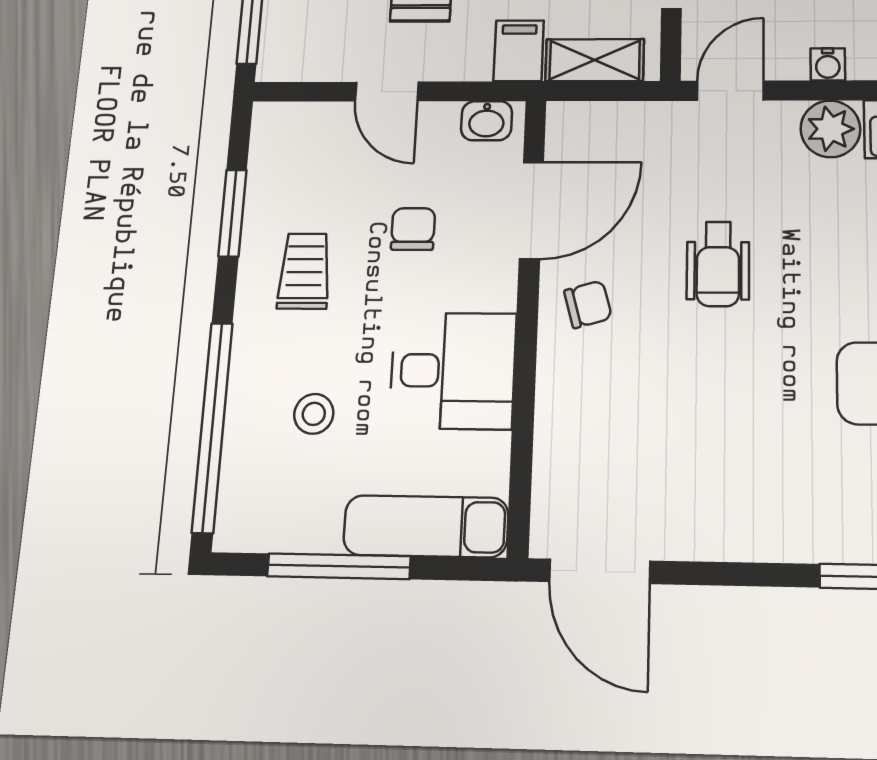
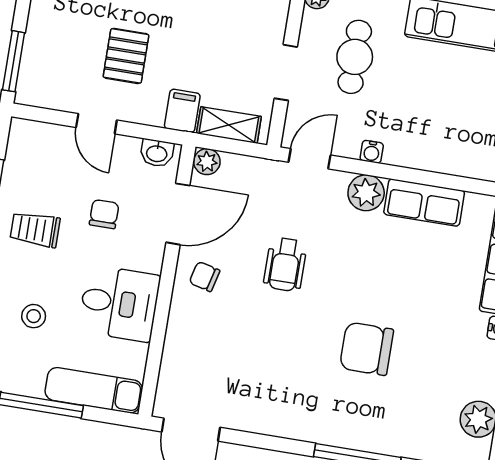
plant: (568, 121) -> (207, 162), added
trolley: (304, 271) -> (35, 229), turned -90
chair: (588, 304) -> (204, 277), turned -150

